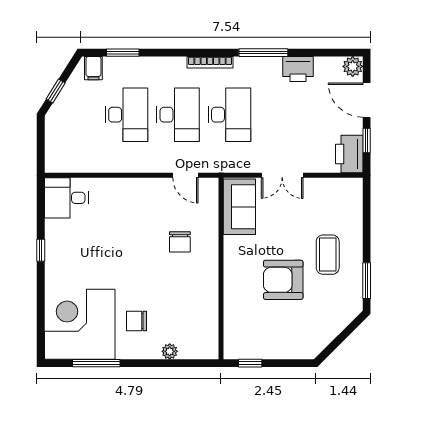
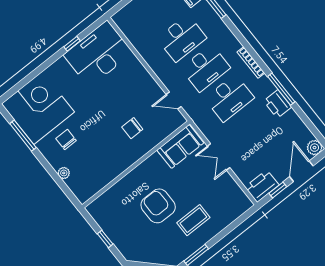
printer: (298, 69) -> (277, 104), moved
door: (185, 175) -> (174, 100), hinge flipped
desk: (66, 198) -> (98, 54), width x1.87, depth x1.30
window: (41, 250) -> (72, 44), moved
window: (250, 363) -> (105, 239), moved

